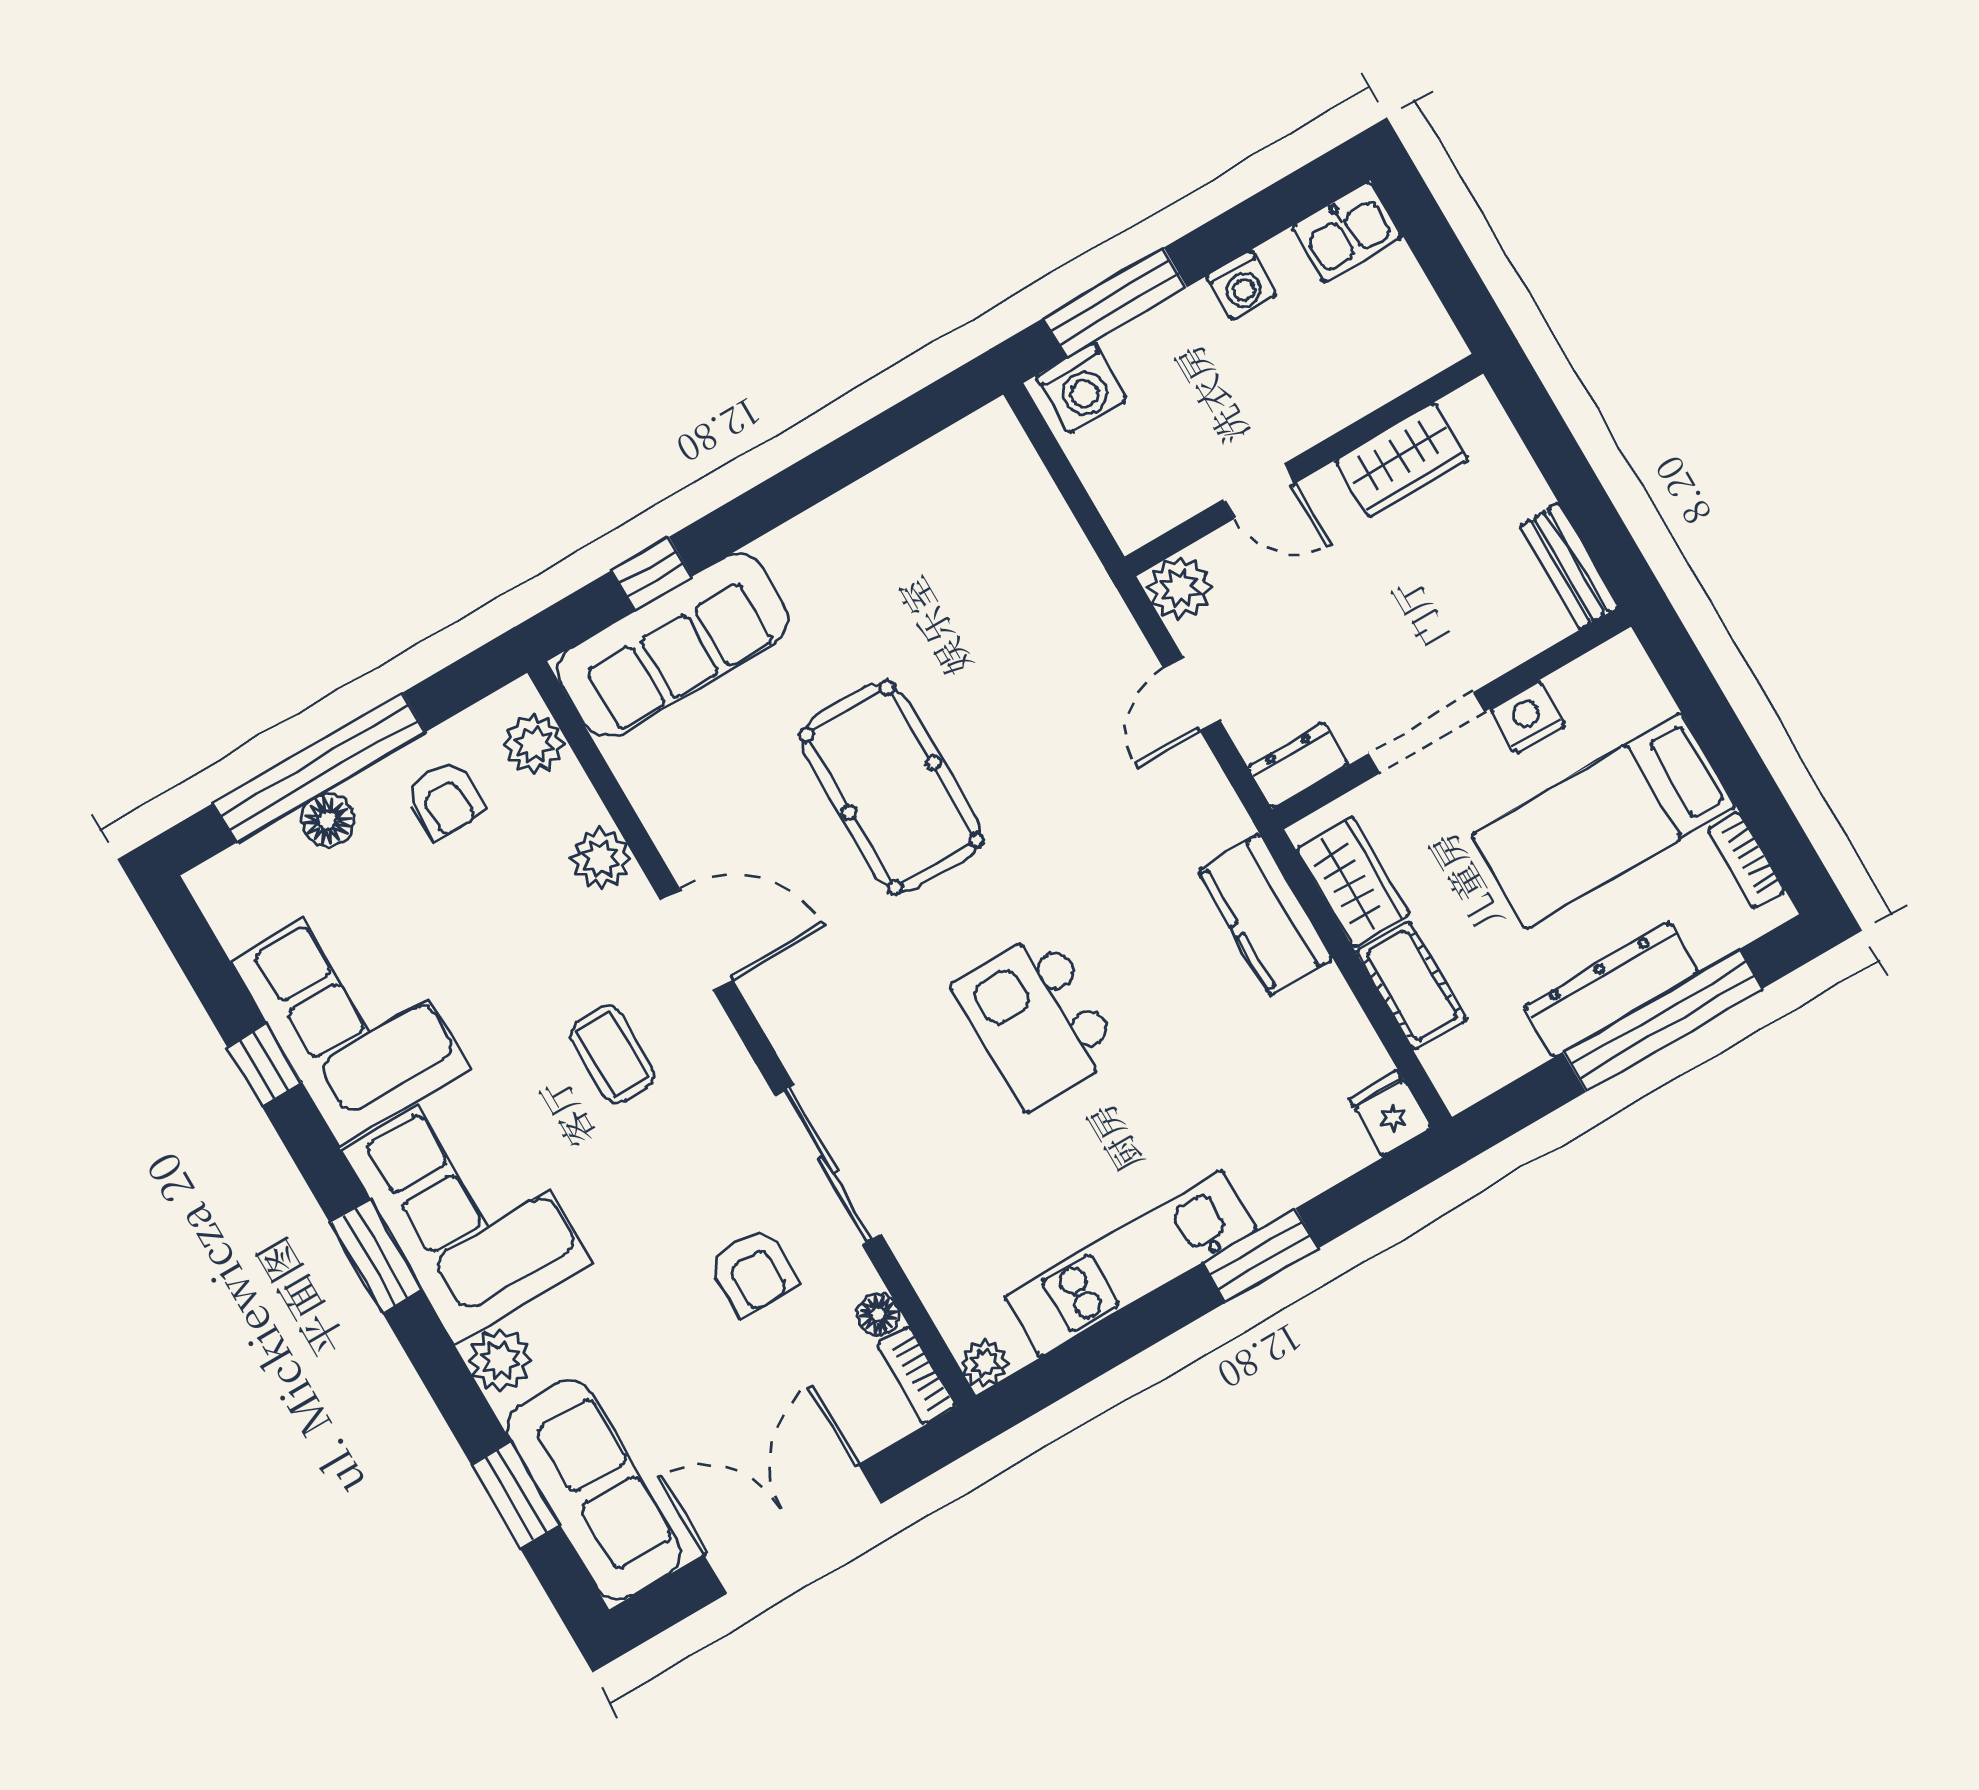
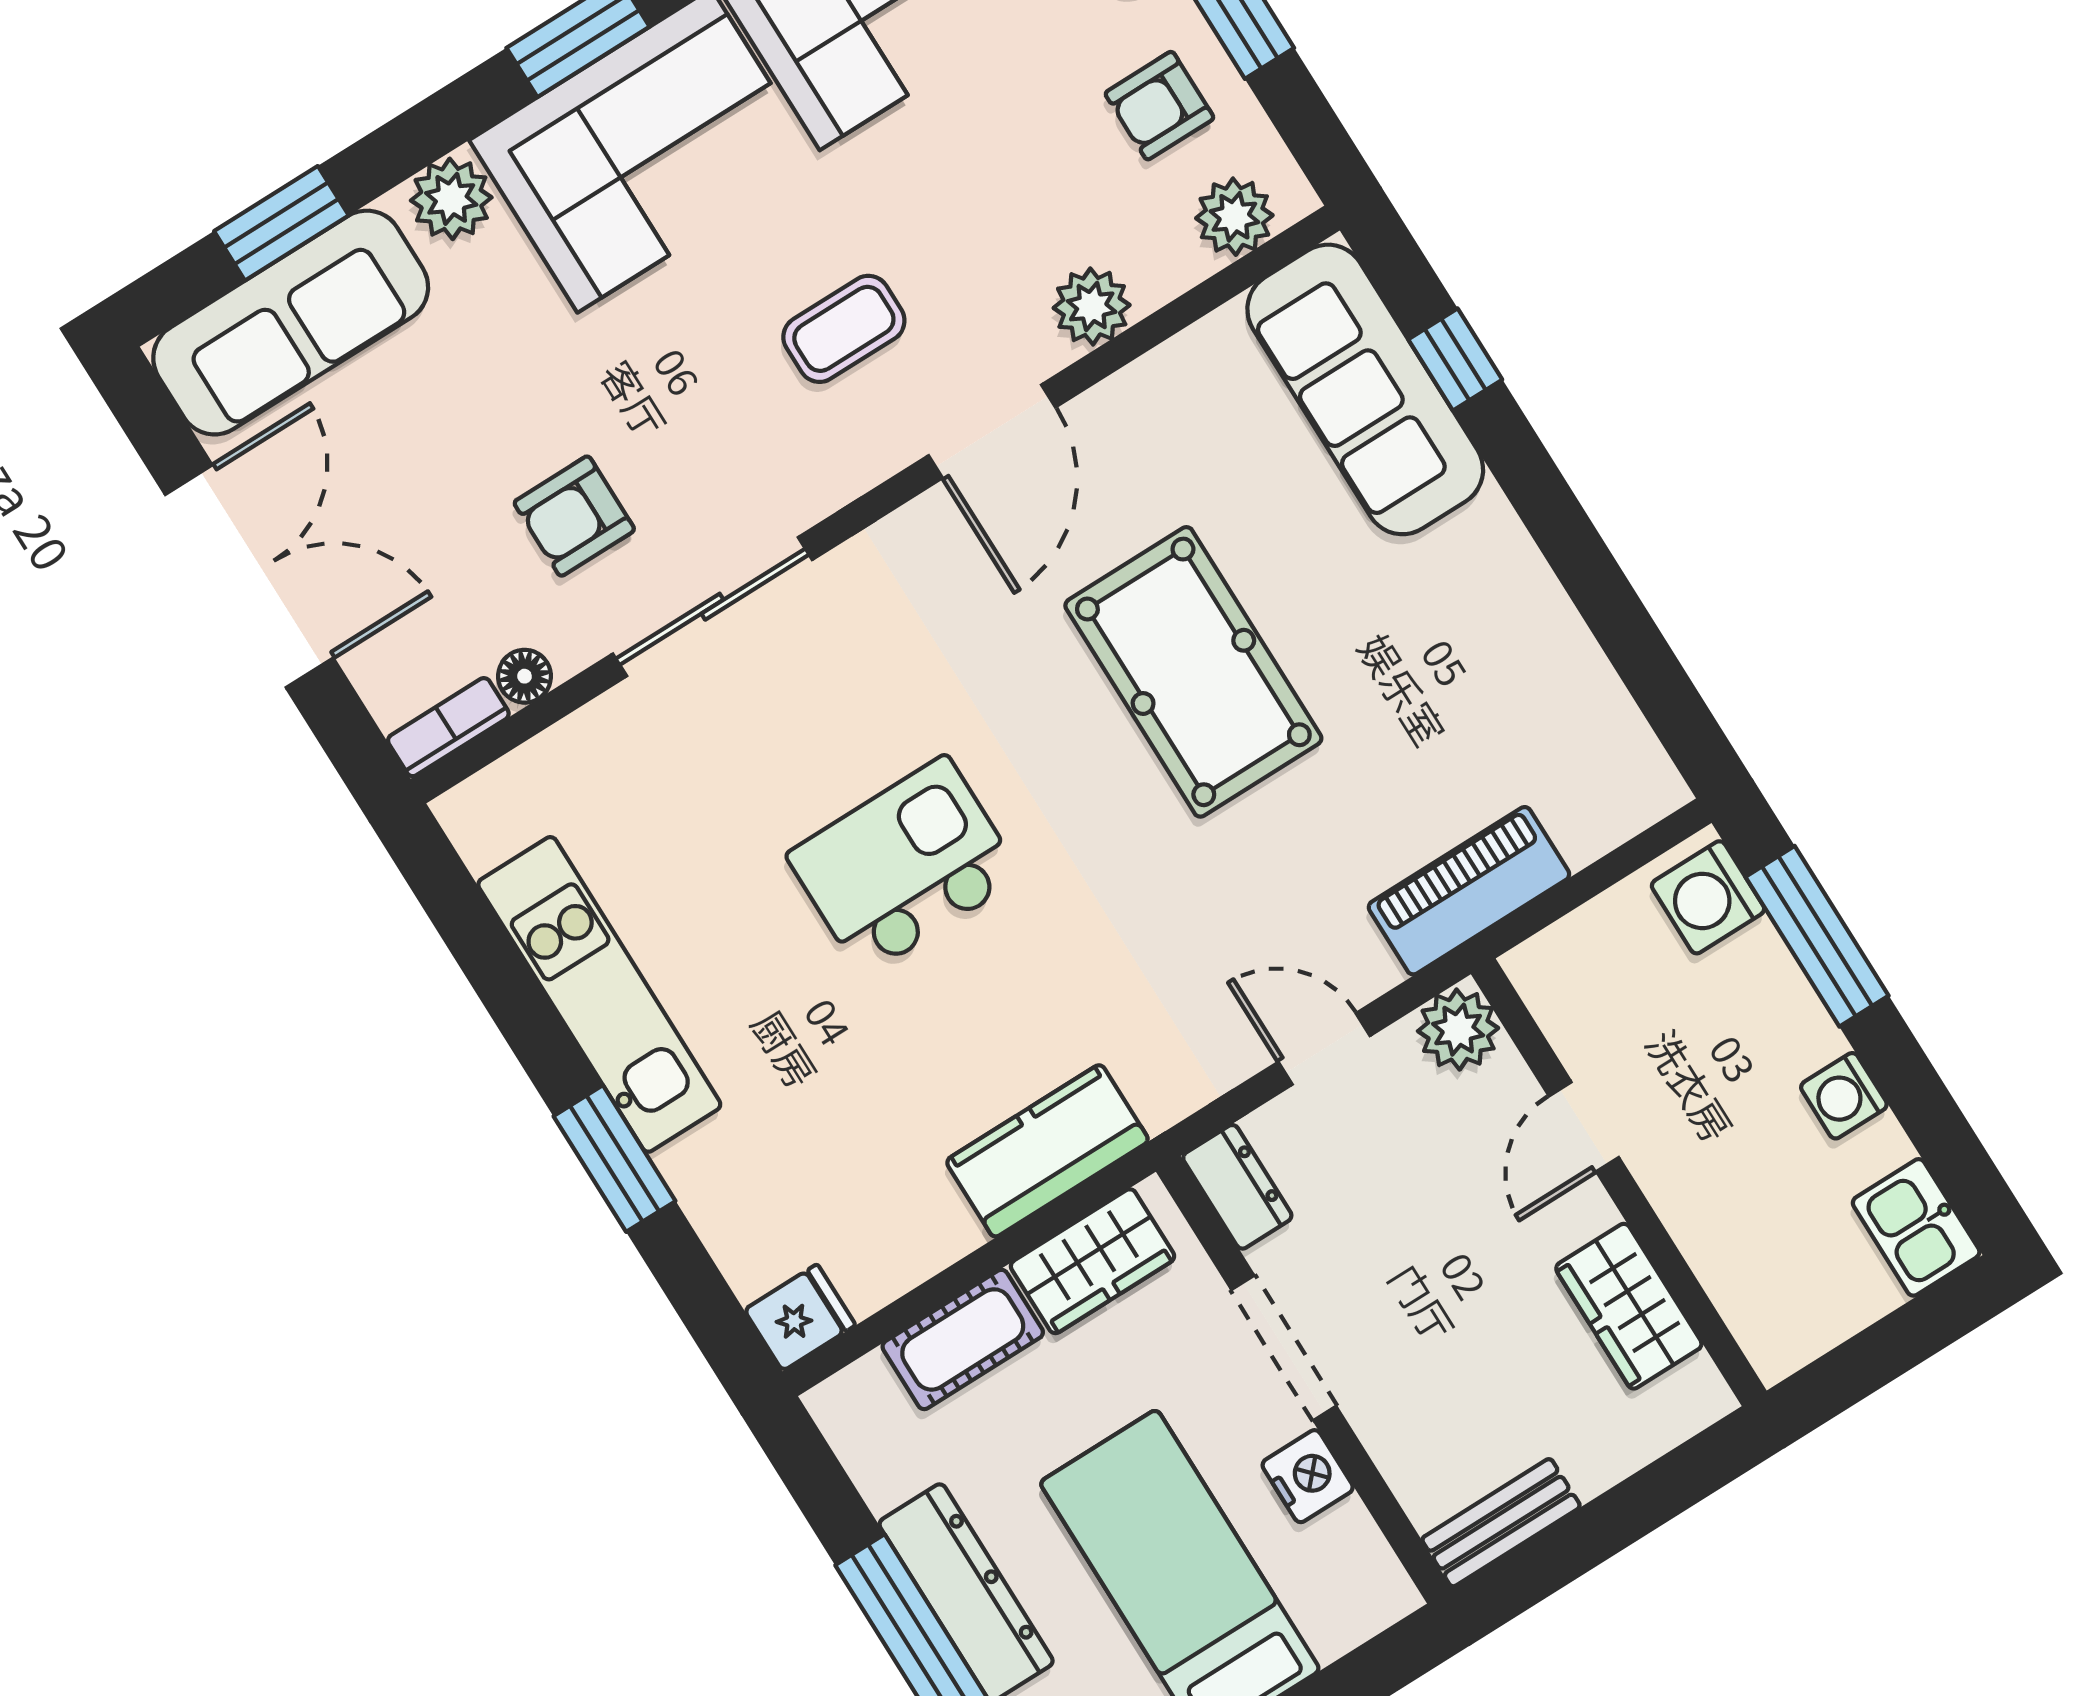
piano: (1071, 576) -> (1469, 891), added
pool table: (891, 787) -> (1193, 672), turned 90
plant: (984, 1363) -> (467, 813), removed

